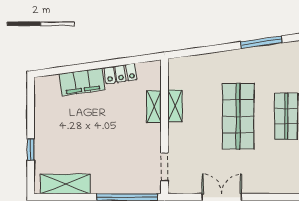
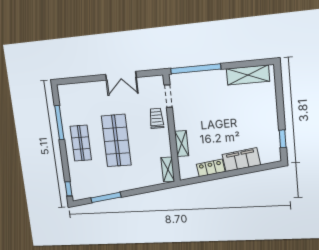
shelving: (175, 106) -> (168, 169), moved
trolley: (182, 141) -> (156, 118), added
window: (31, 150) -> (283, 139), moved

